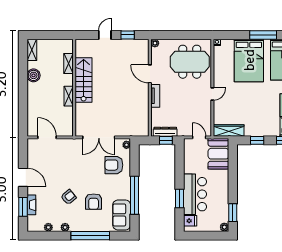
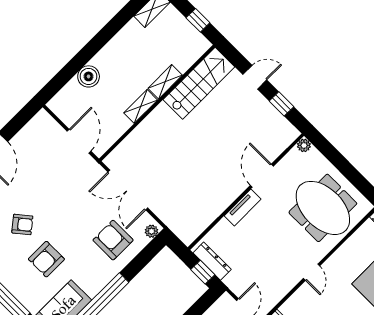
window: (56, 35) -> (198, 20), added
shelving: (68, 64) -> (165, 82), moved
boiler: (34, 75) -> (89, 76), moved
stairs: (84, 80) -> (199, 83), moved
door: (212, 94) -> (312, 272), hinge flipped
door: (47, 137) -> (79, 141), moved

